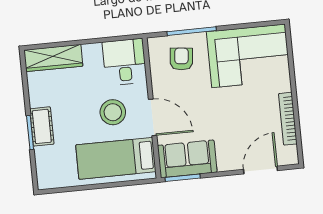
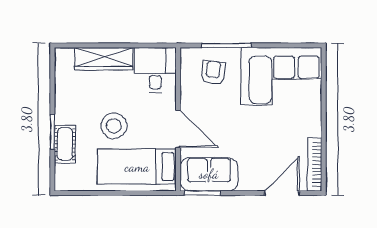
wardrobe: (53, 58) -> (104, 59), moved
stool: (113, 112) -> (114, 126), moved
bookcase: (288, 119) -> (315, 164), moved
cot: (42, 126) -> (65, 144), moved

